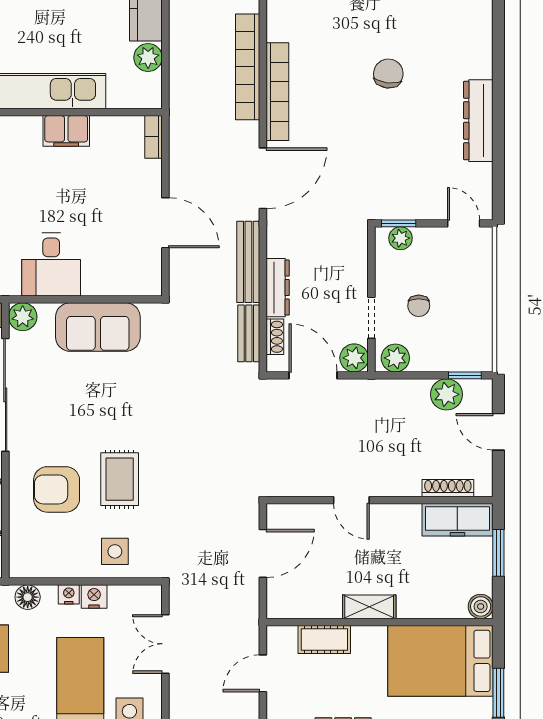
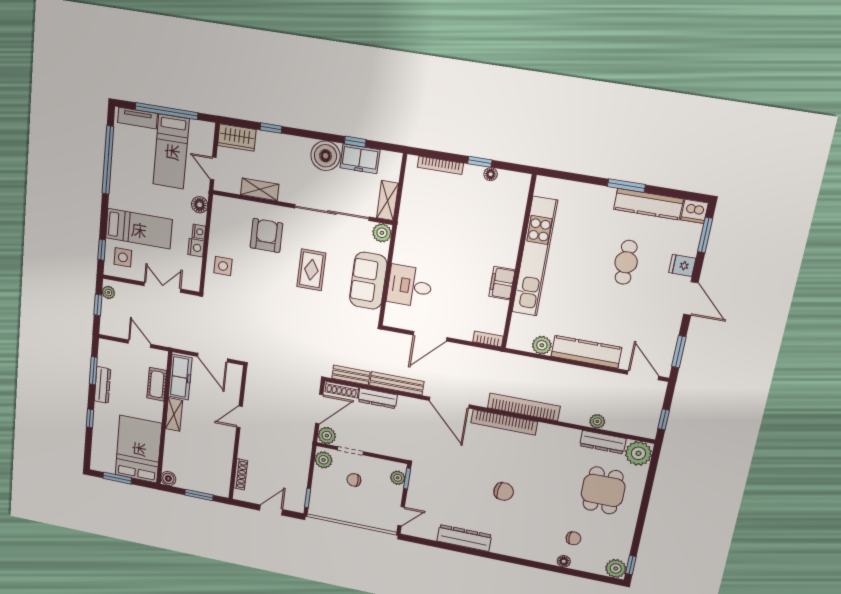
desk: (51, 264) -> (410, 286), moved
shoe rack: (275, 337) -> (342, 390), width x1.43
plant: (446, 394) -> (297, 485), removed
rug: (120, 479) -> (311, 270), moved, turned 90
freezer: (457, 520) -> (180, 377), moved, turned 180

